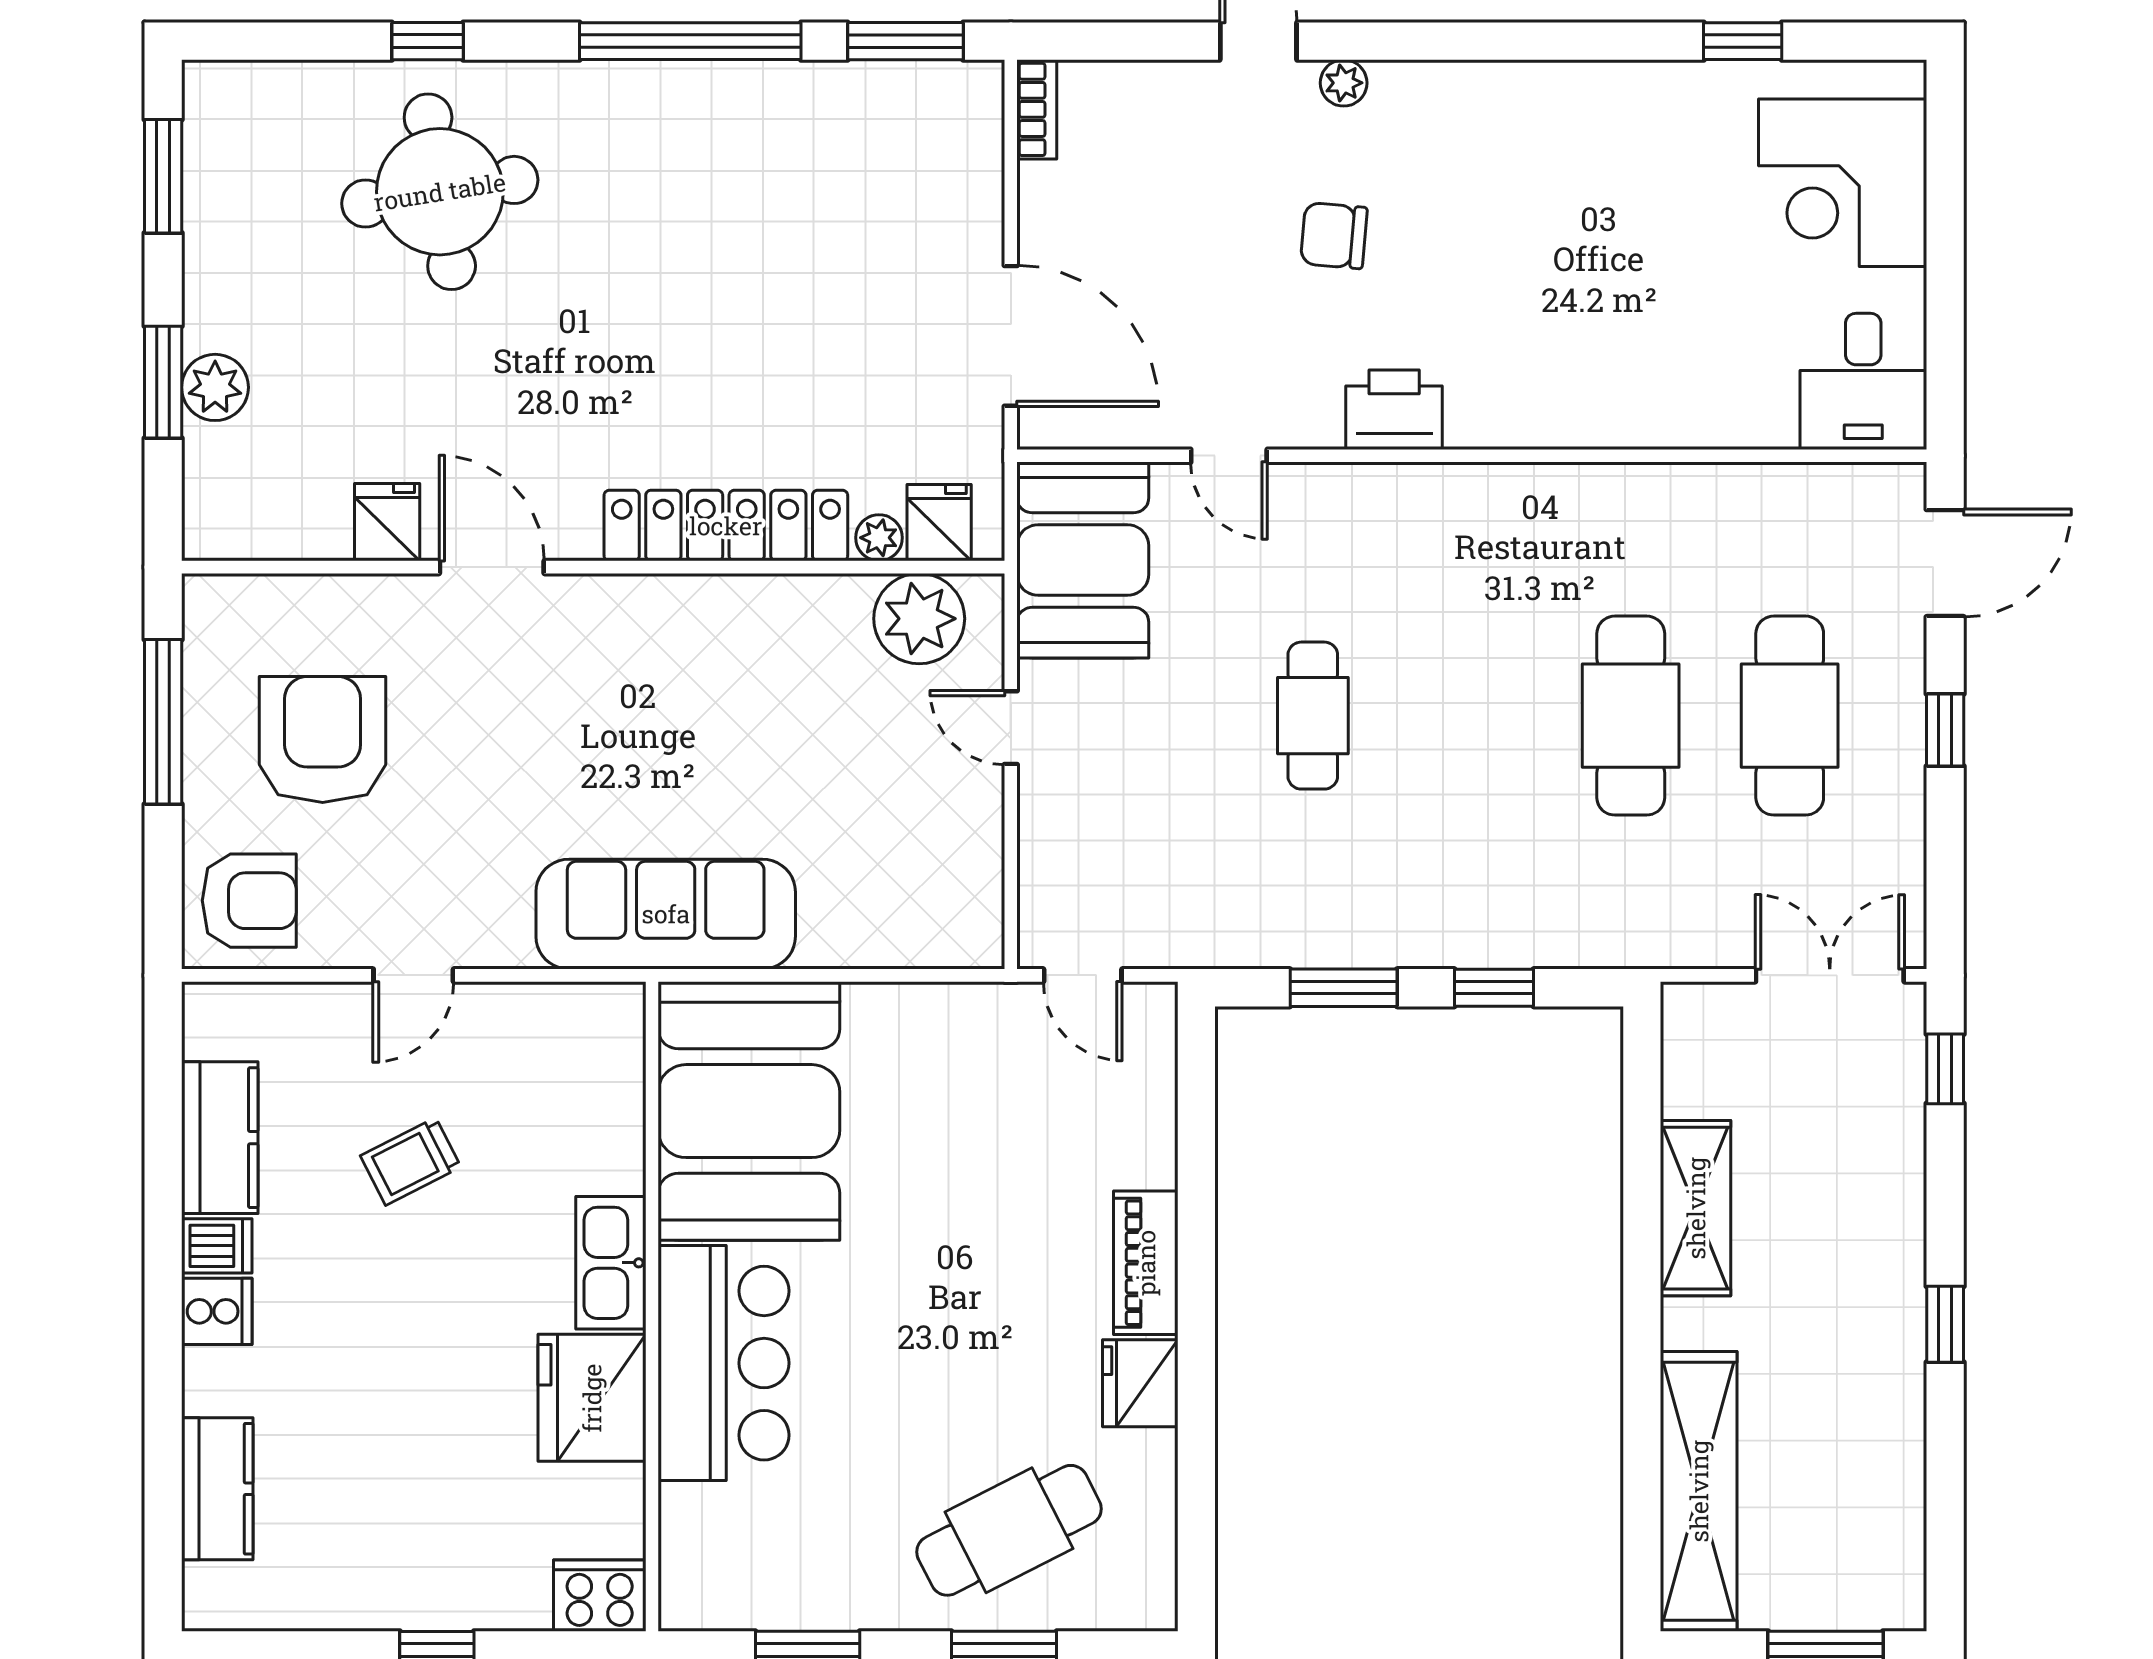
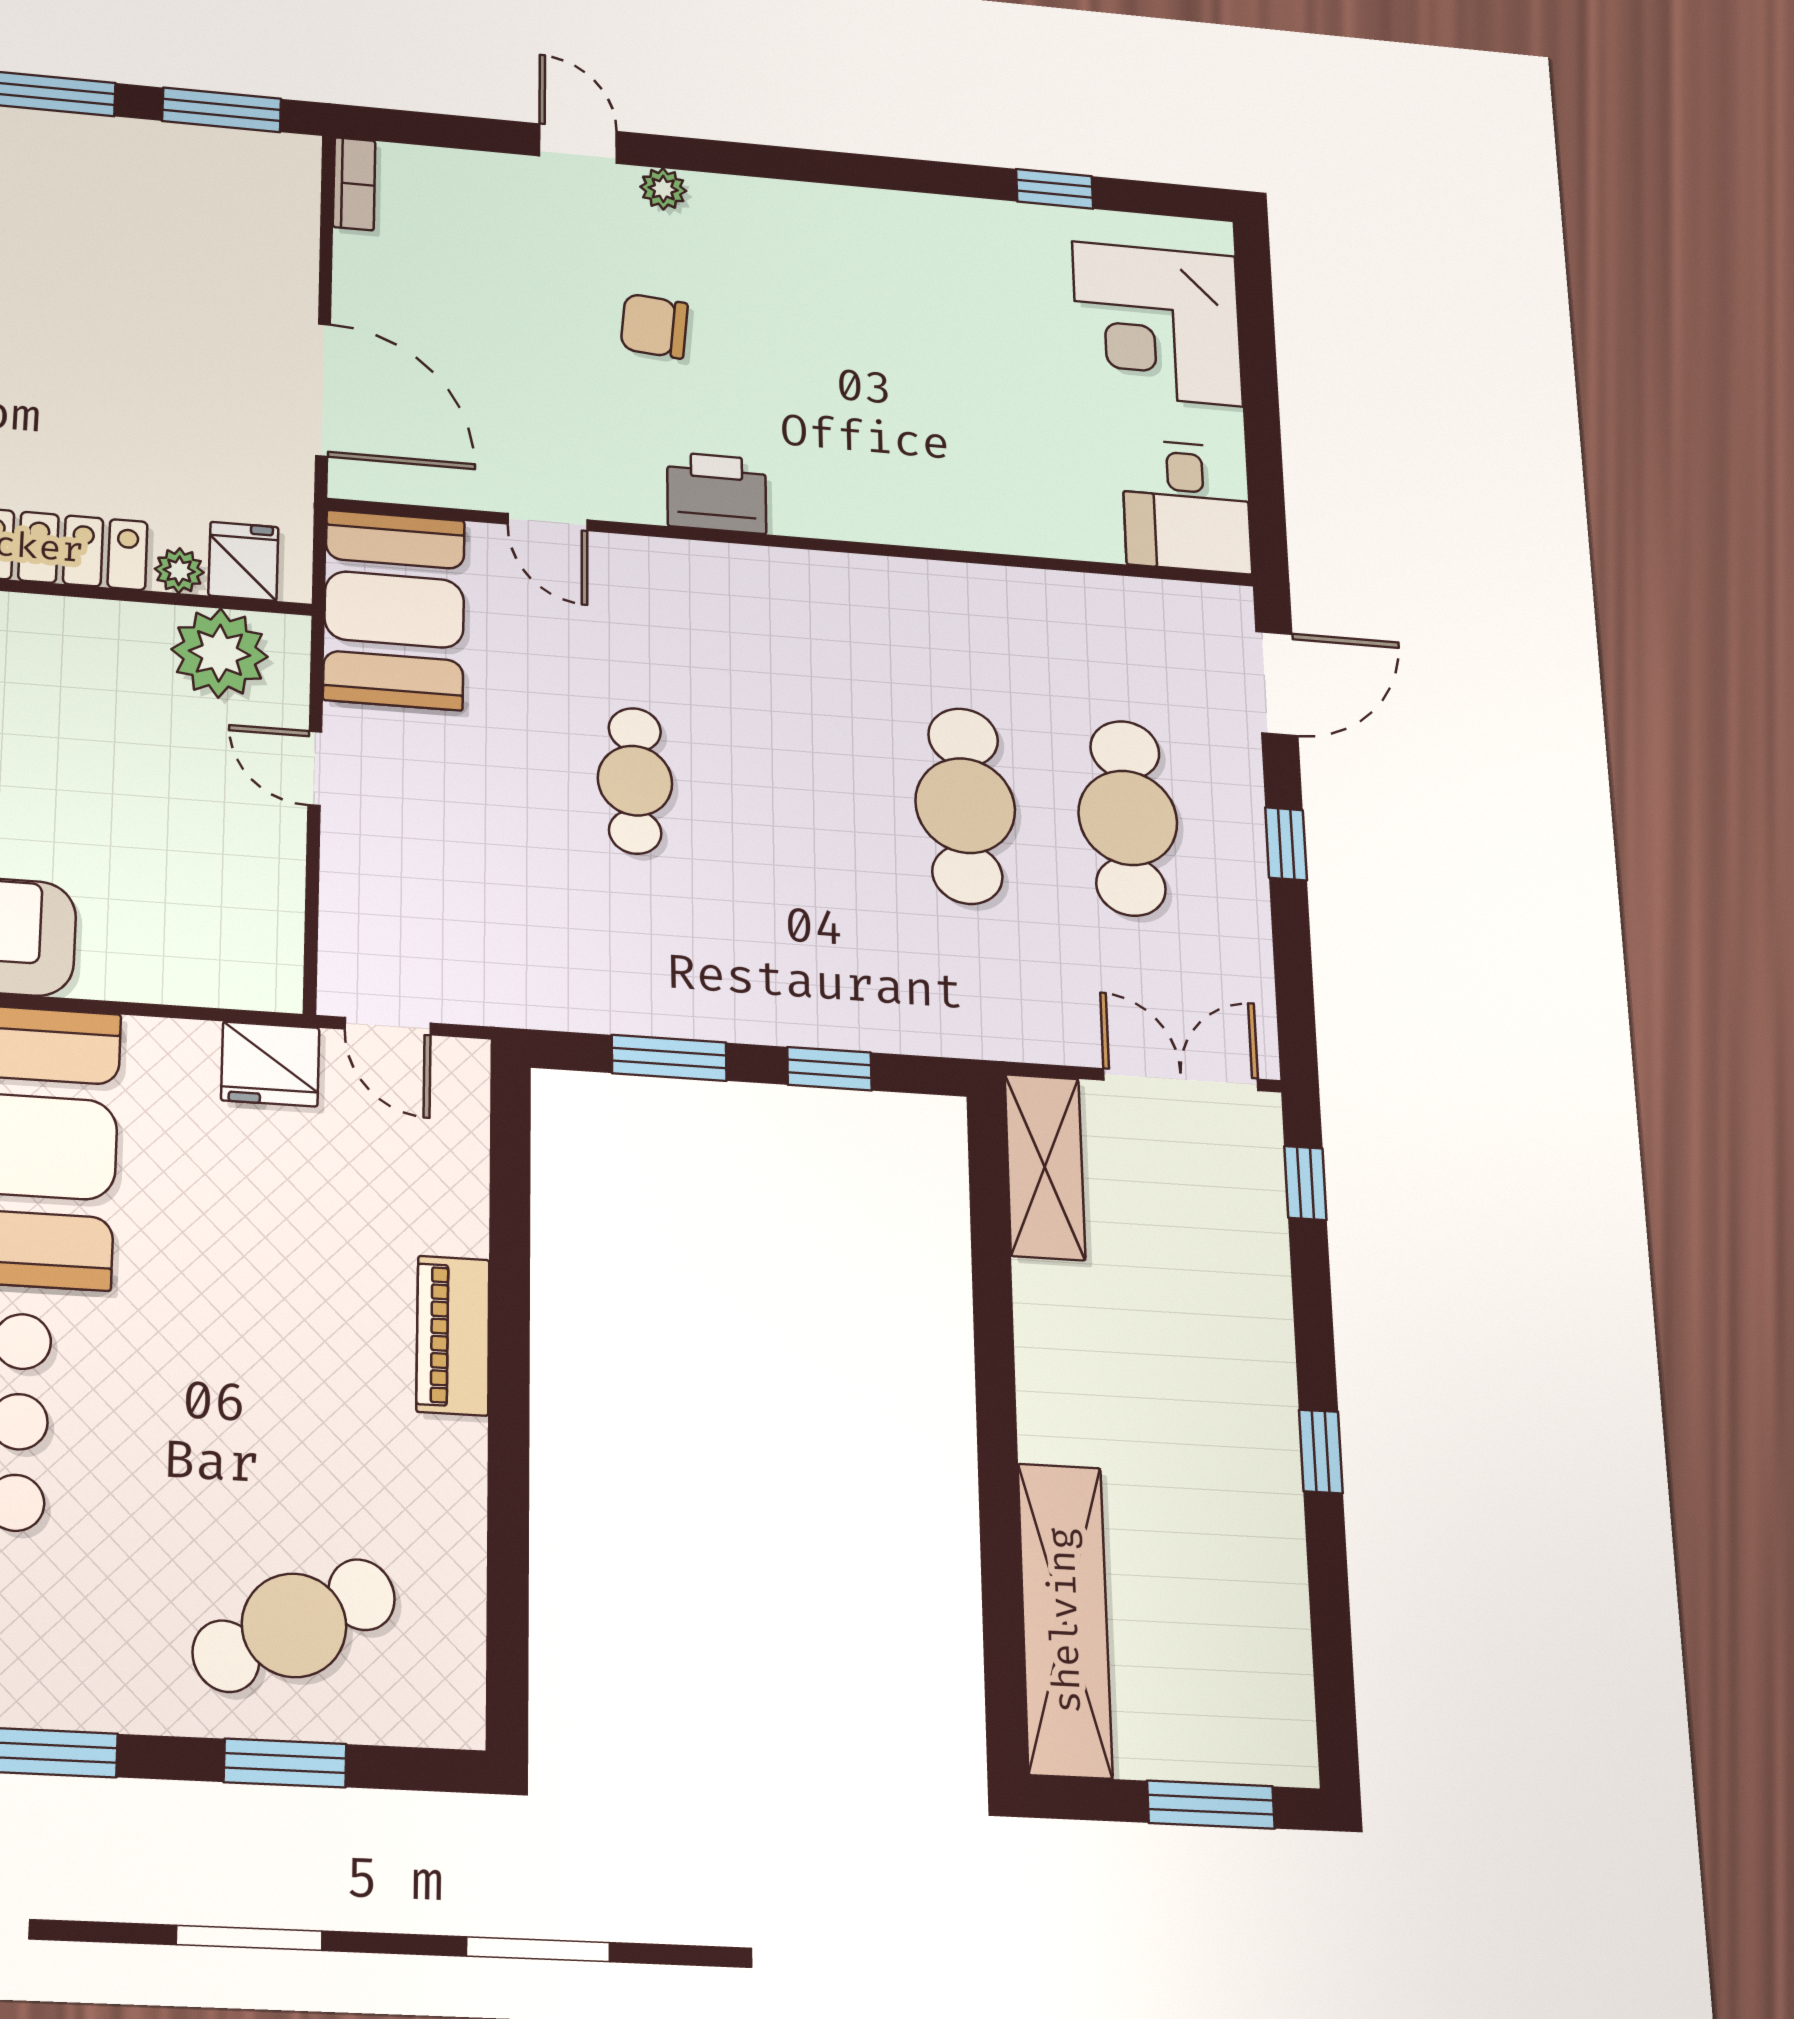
shelving: (1696, 1208) -> (1045, 1167), moved
fridge: (1140, 1383) -> (270, 1064), moved, turned -90

